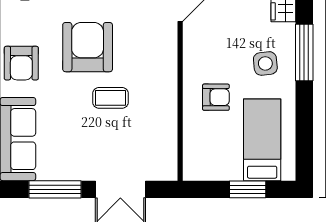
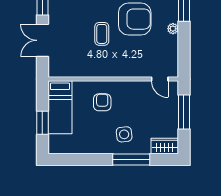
armchair: (216, 97) -> (102, 102), turned 180
bed: (262, 140) -> (60, 107), moved, turned 90

